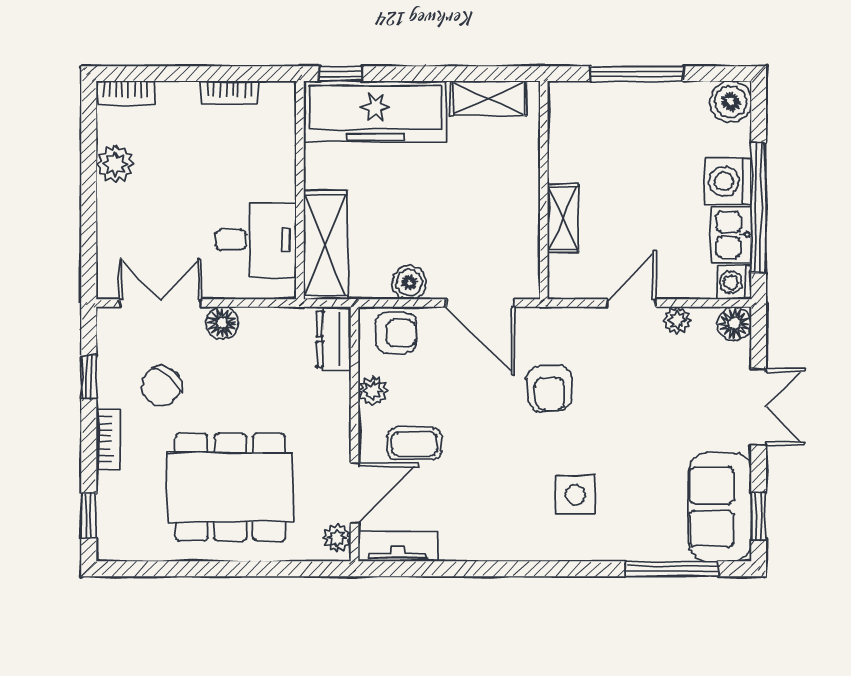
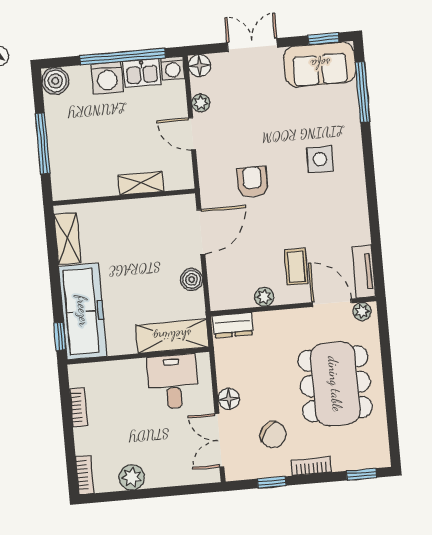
armchair: (396, 333) -> (225, 285), removed
armchair: (550, 388) -> (252, 182), turned -87

